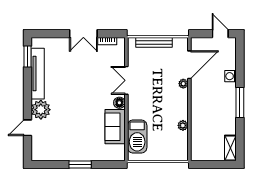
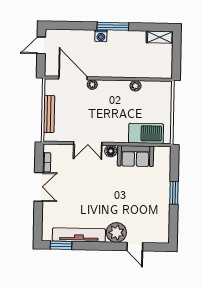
washing machine: (230, 76) -> (101, 36), moved

